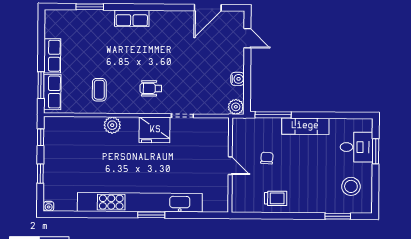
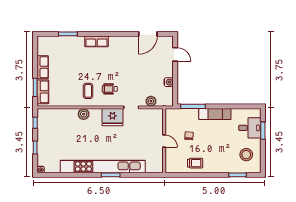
coffee table: (99, 90) -> (88, 91), moved
plant: (236, 107) -> (151, 101), moved

